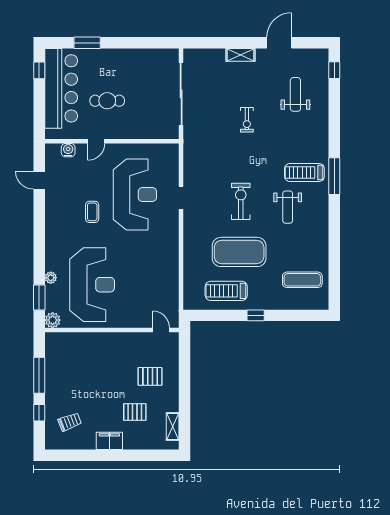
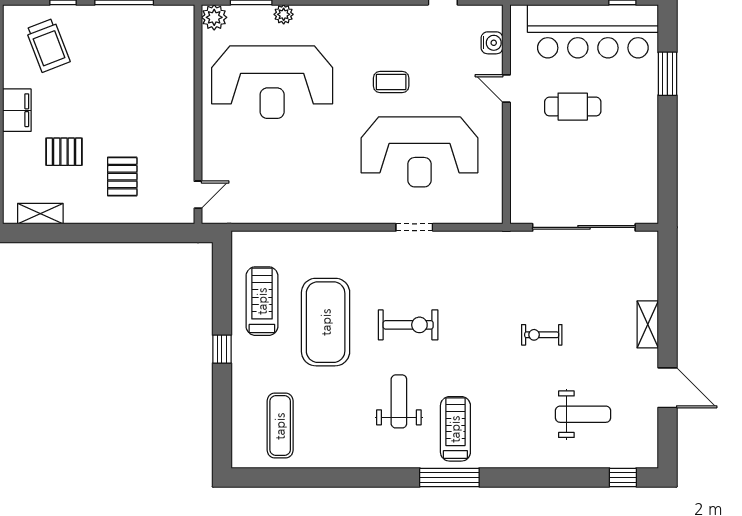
cafe table: (107, 101) -> (573, 107), turned 90
weight bench: (288, 207) -> (399, 401), turned 90
pallet: (135, 412) -> (64, 152), turned 90
trolley: (70, 422) -> (48, 45), width x1.36, depth x1.39

